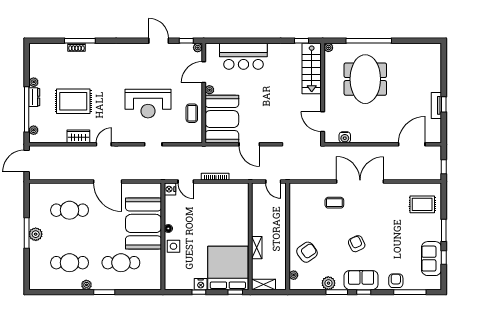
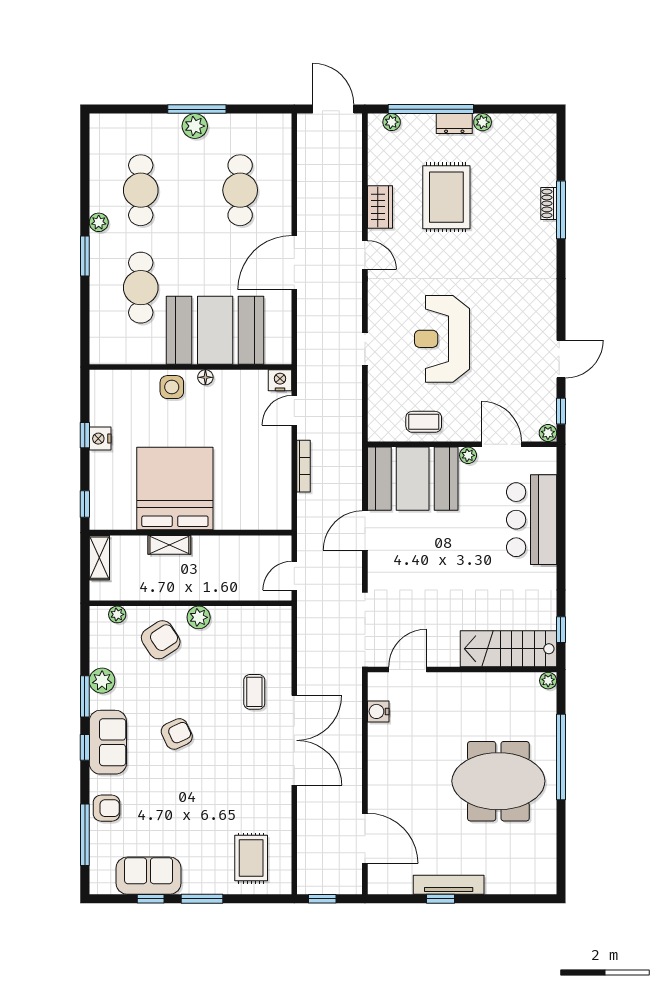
meeting table: (365, 79) -> (498, 781), moved
tv unit: (436, 105) -> (449, 885), width x1.41
plant: (295, 232) -> (199, 617), added
armchair: (307, 252) -> (161, 640), turned -88
bed: (228, 268) -> (175, 489), moved, turned -90

